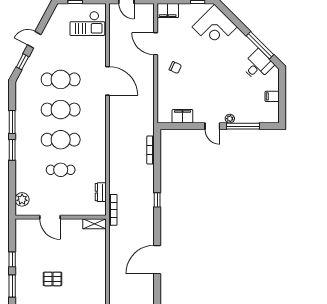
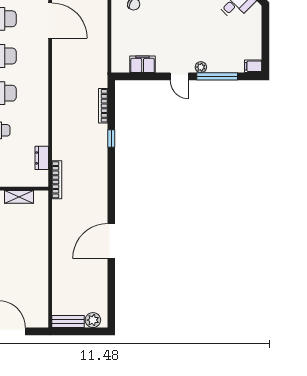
filing cabinet: (272, 96) -> (253, 66), moved
window: (157, 200) -> (111, 139), moved
shelving: (94, 224) -> (19, 197), moved

